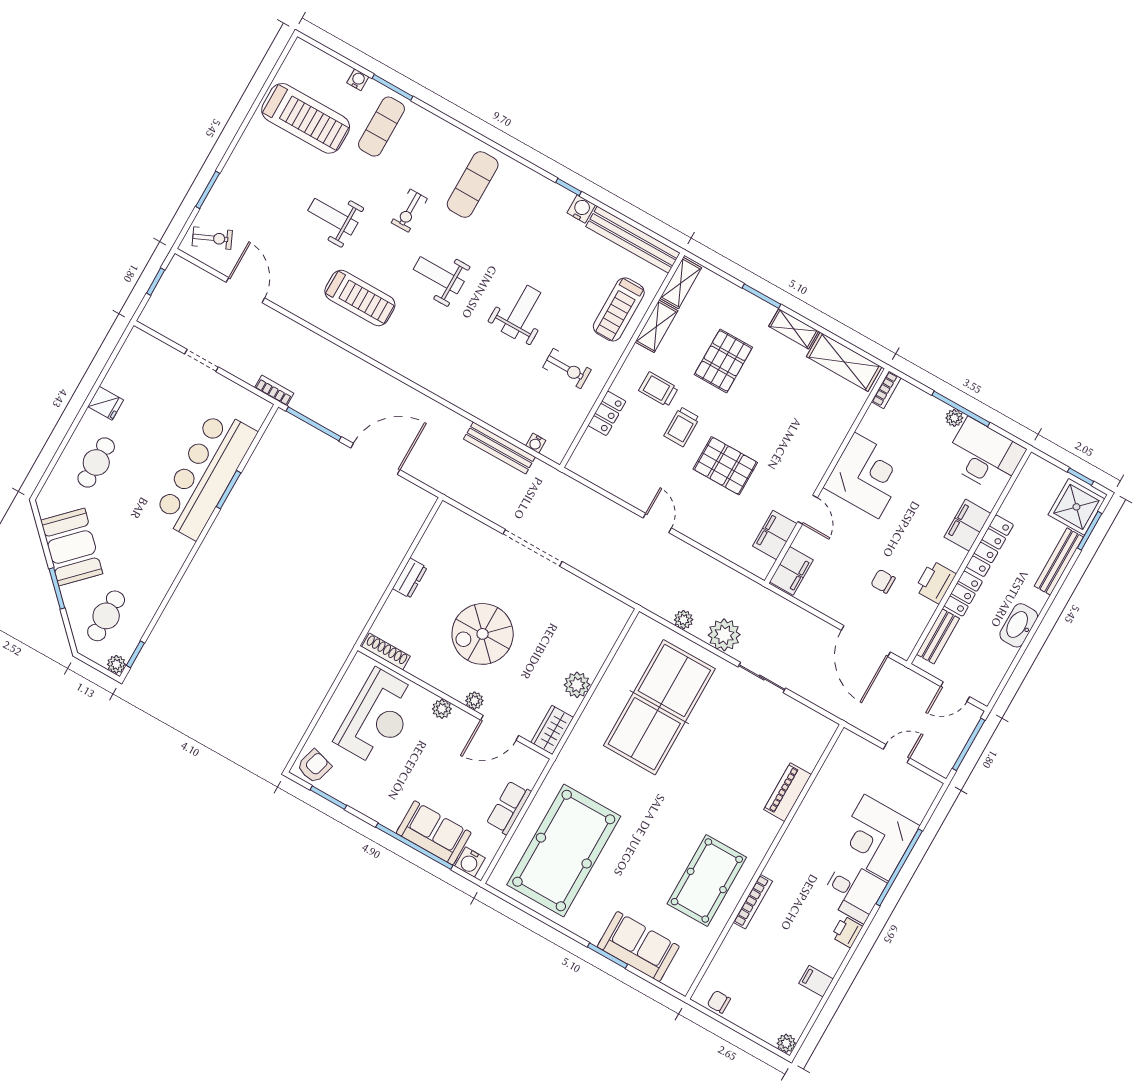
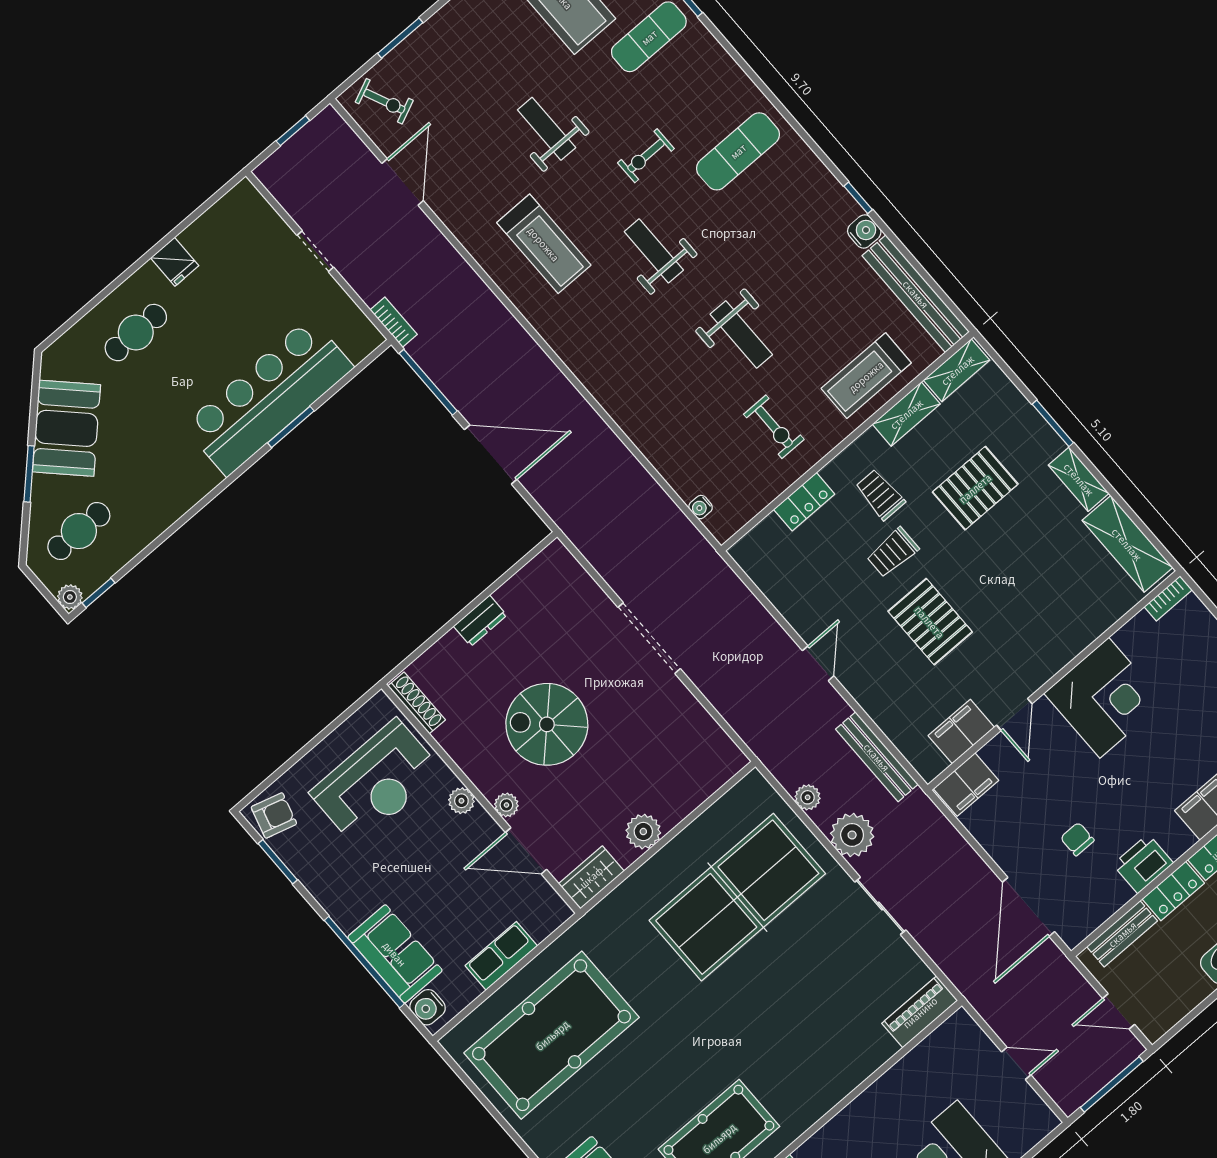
weight bench: (521, 312) -> (741, 334), turned 90
bench: (499, 448) -> (877, 757), moved
piano: (788, 792) -> (920, 1012), moved

